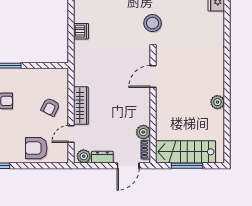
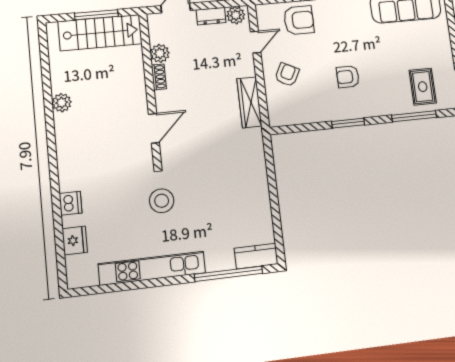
dishwasher: (81, 31) -> (71, 203), moved, turned 180
wardrobe: (81, 106) -> (249, 102), moved
shoe rack: (146, 150) -> (159, 77), moved

